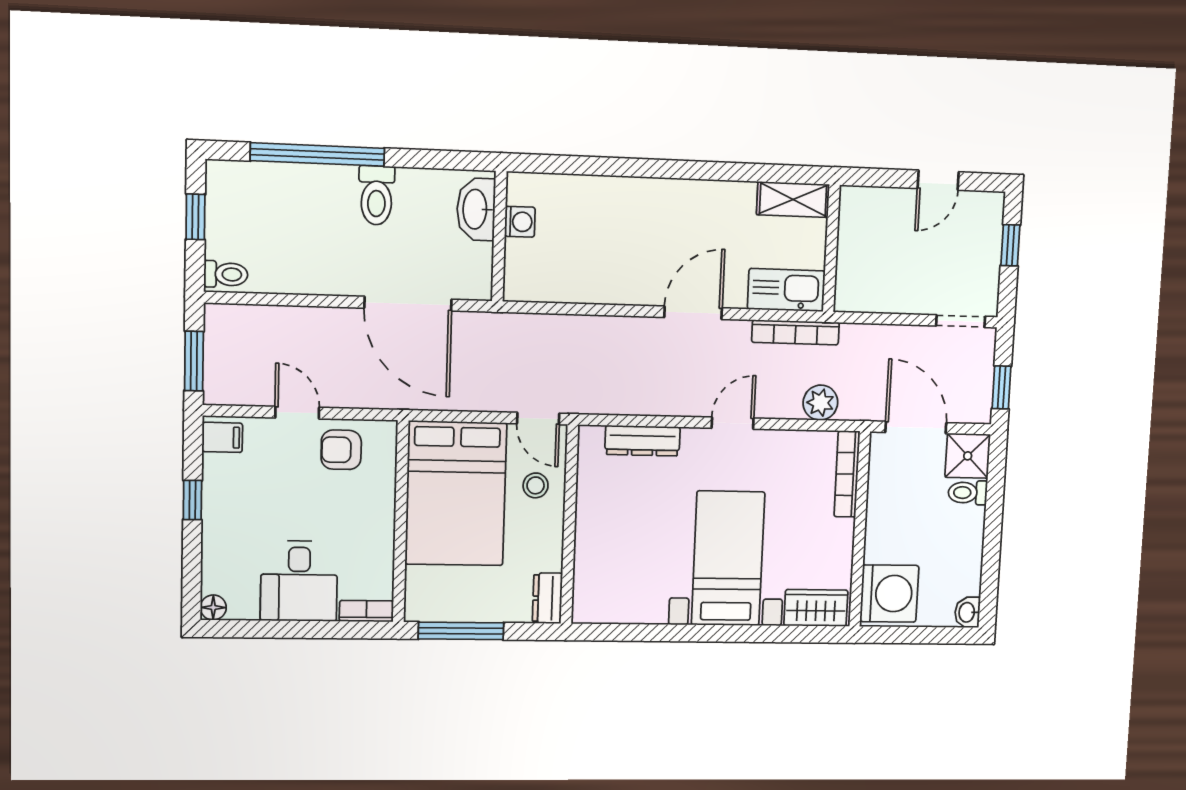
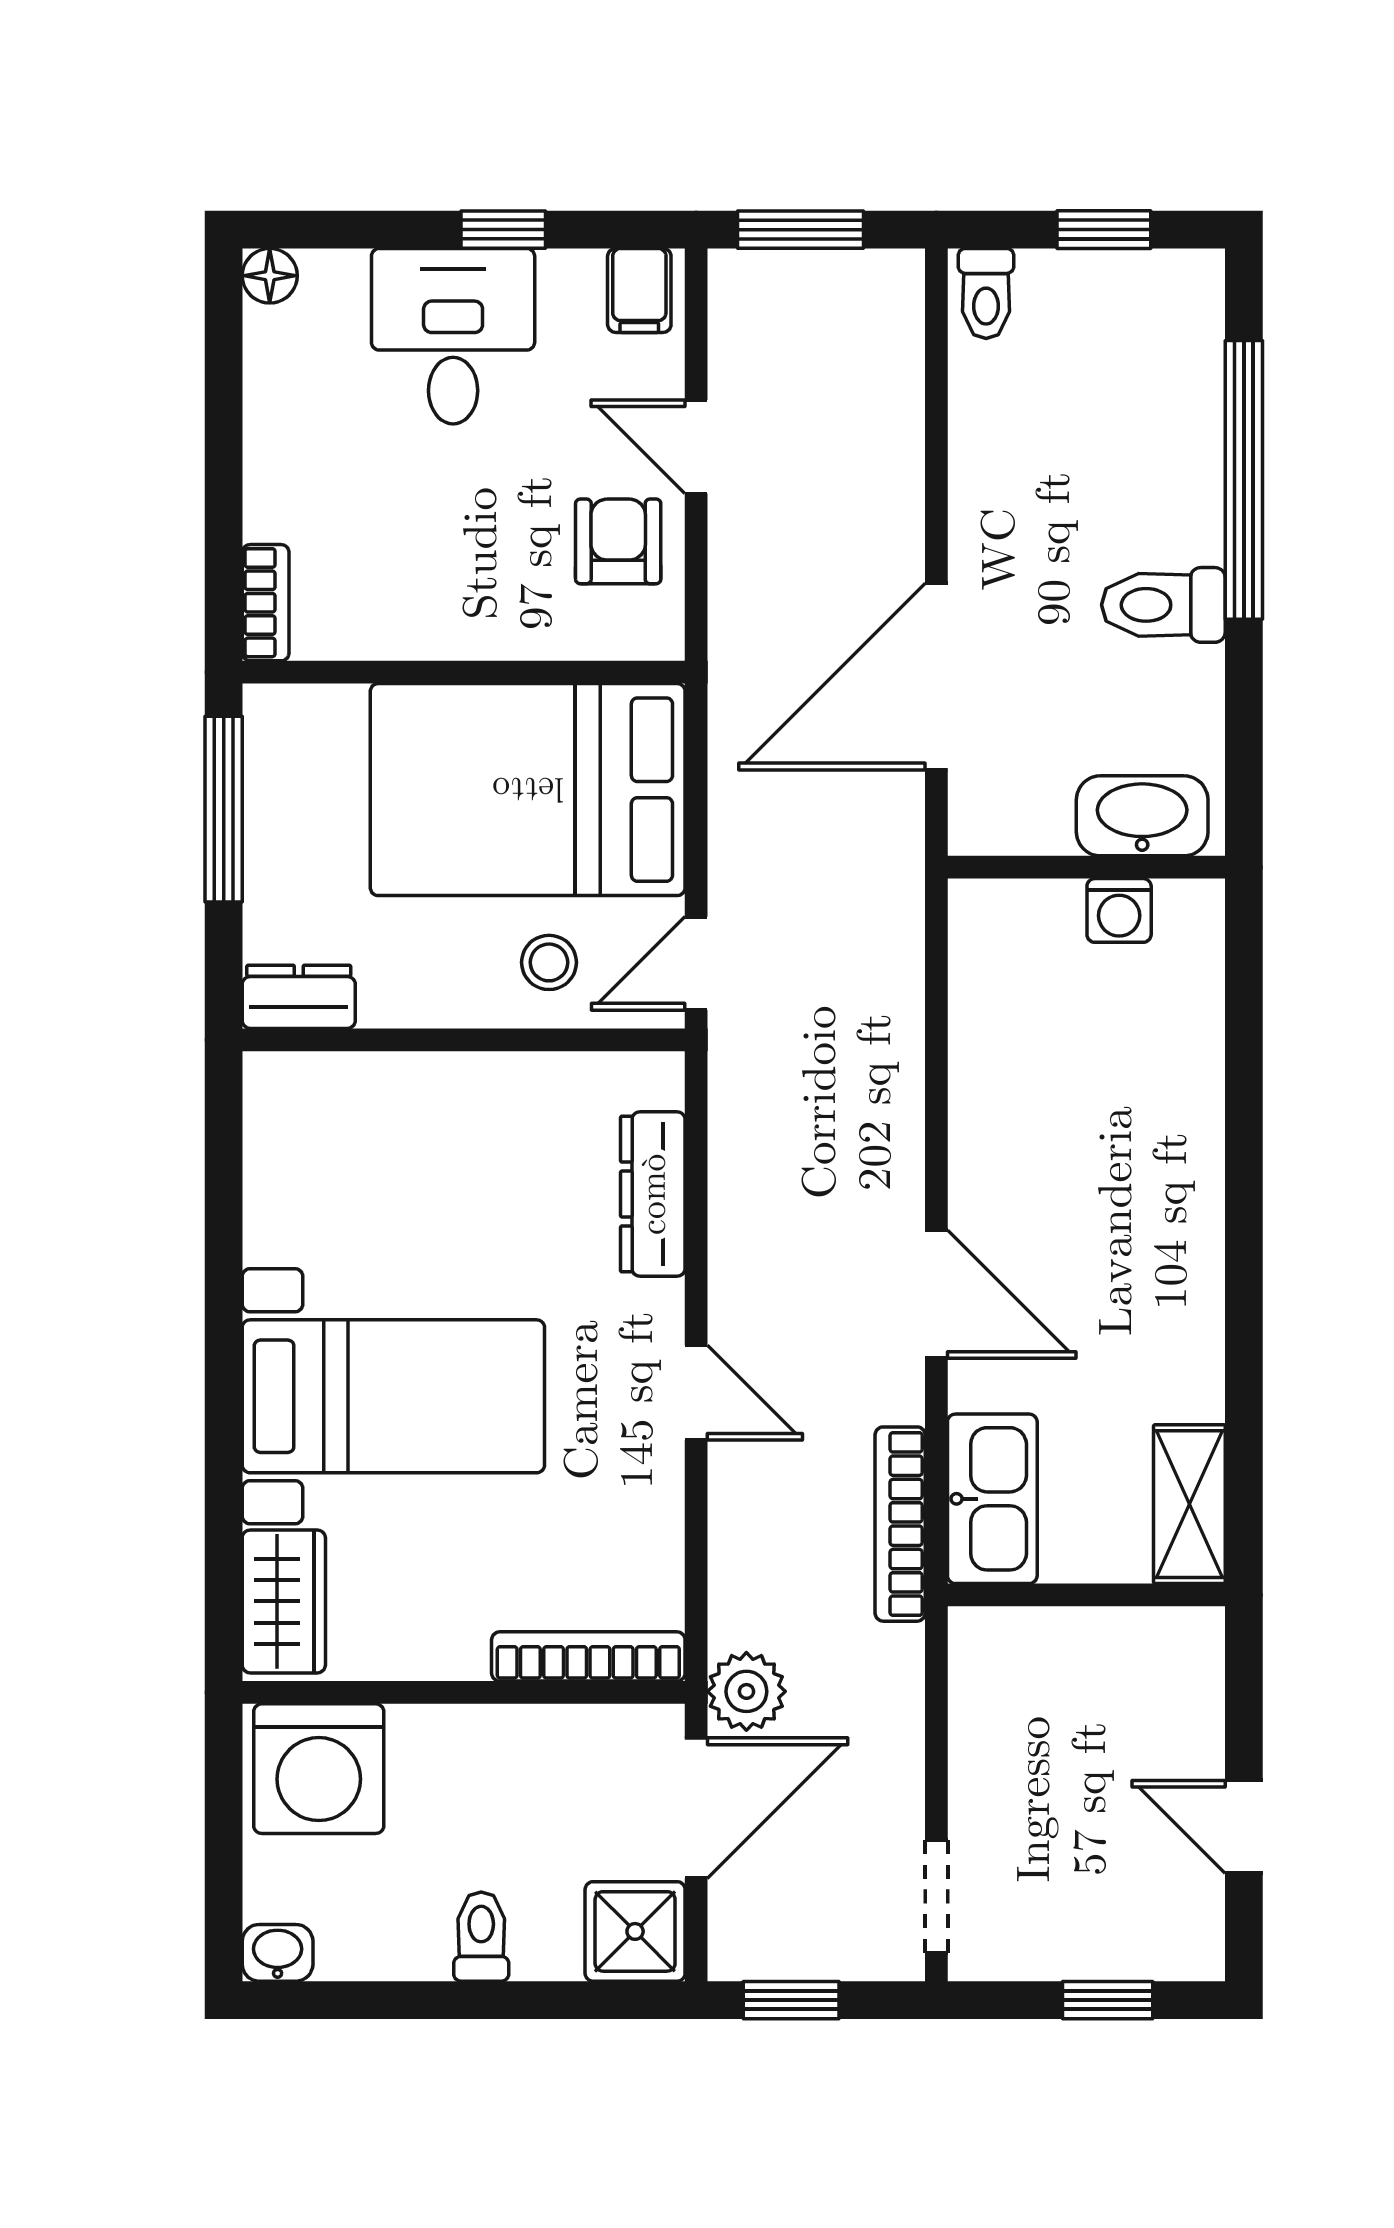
plant: (820, 403) -> (746, 1691), moved
door: (297, 413) -> (696, 447), swing flipped
toilet: (968, 493) -> (481, 1937), moved
desk: (299, 581) -> (453, 336), moved, turned 90

